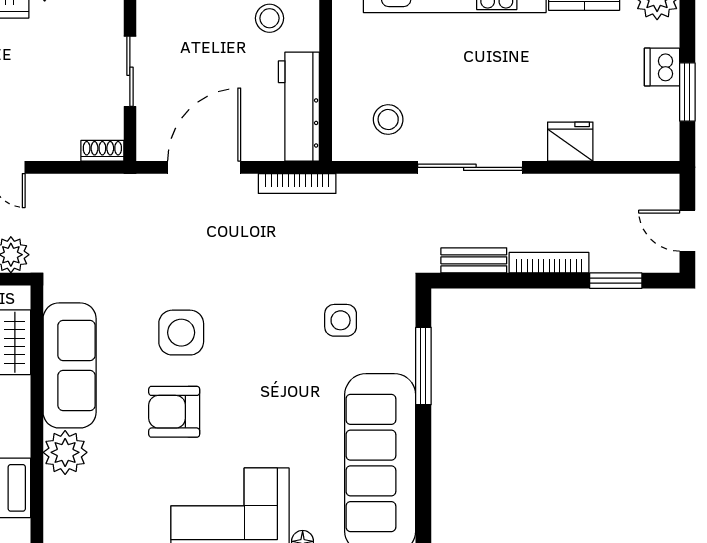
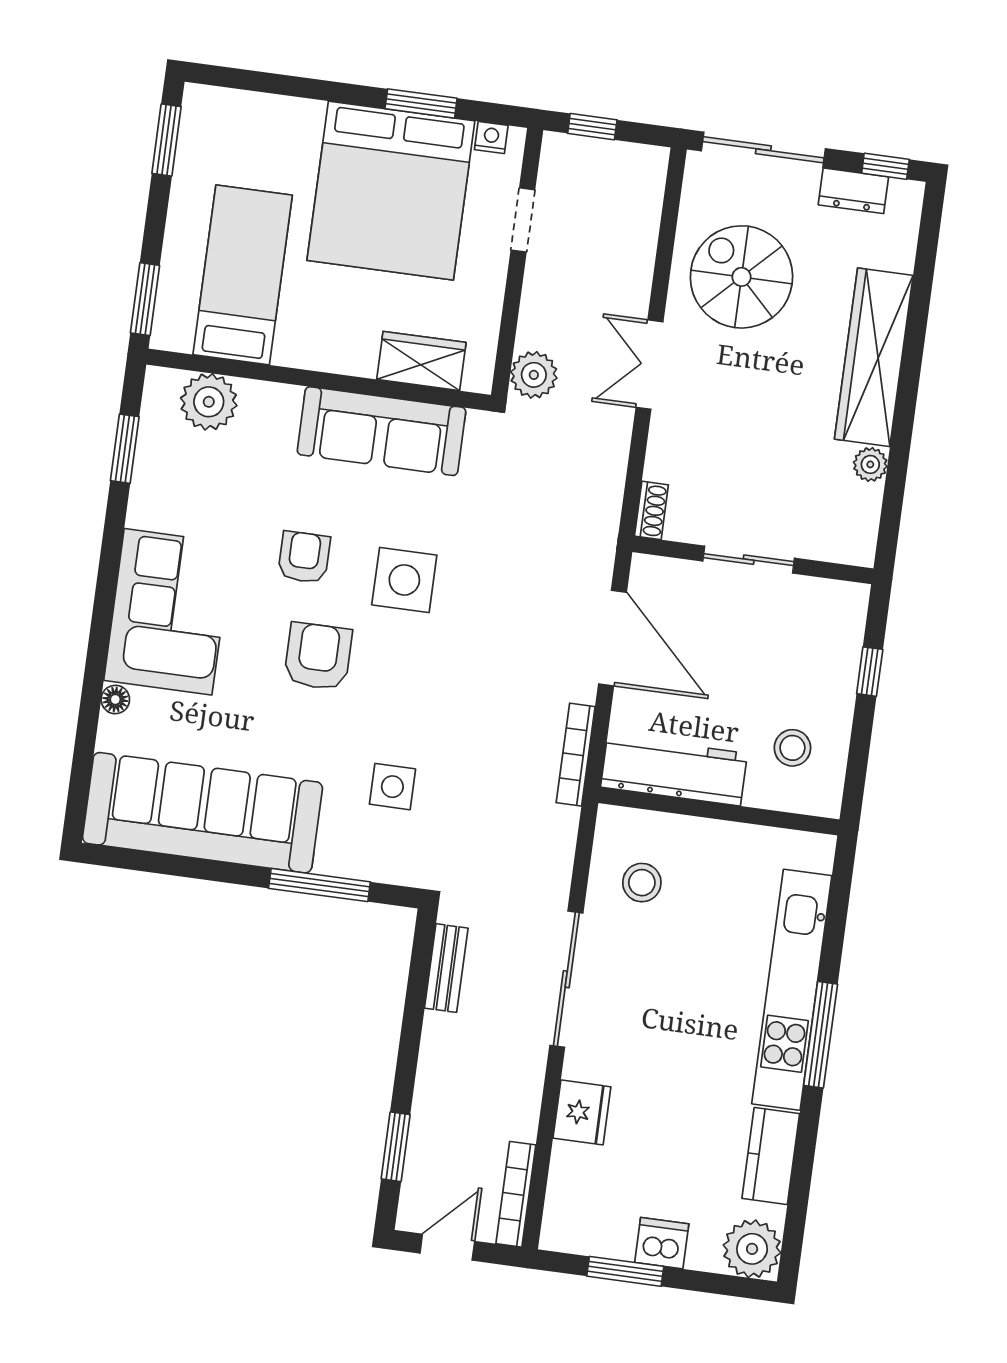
bookcase: (549, 263) -> (516, 1194), moved, turned 180
armchair: (249, 391) -> (318, 656), added
armchair: (174, 412) -> (304, 557), width x0.72, depth x0.72
plant: (65, 452) -> (209, 402), moved

